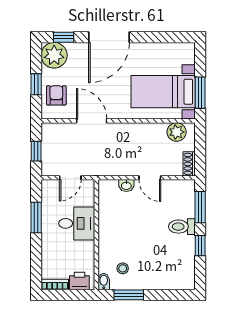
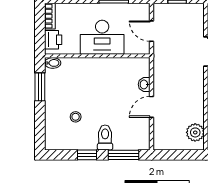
shoe rack: (189, 164) -> (165, 144), removed
desk: (77, 223) -> (102, 37), width x1.37
stool: (123, 268) -> (76, 117), moved

